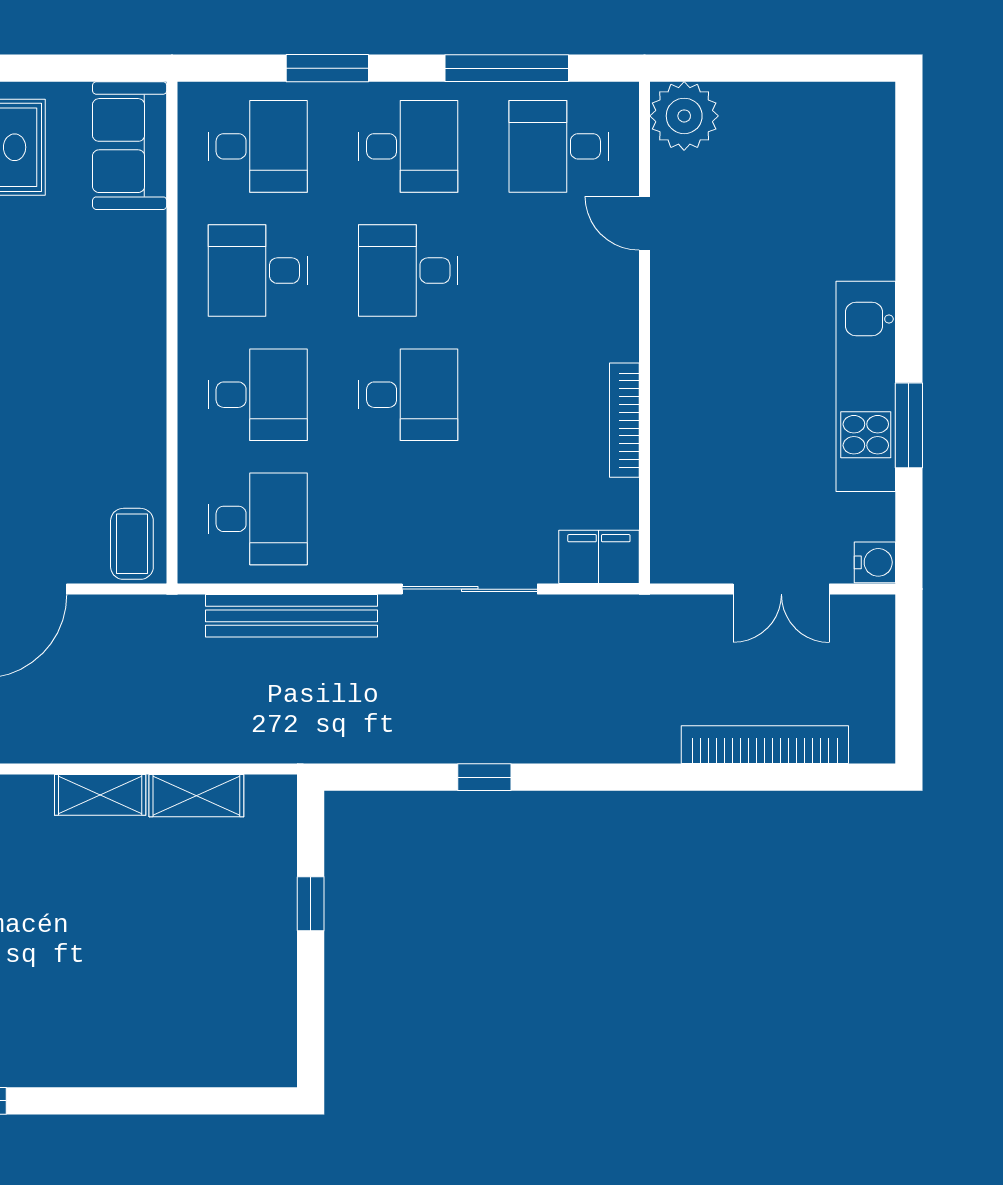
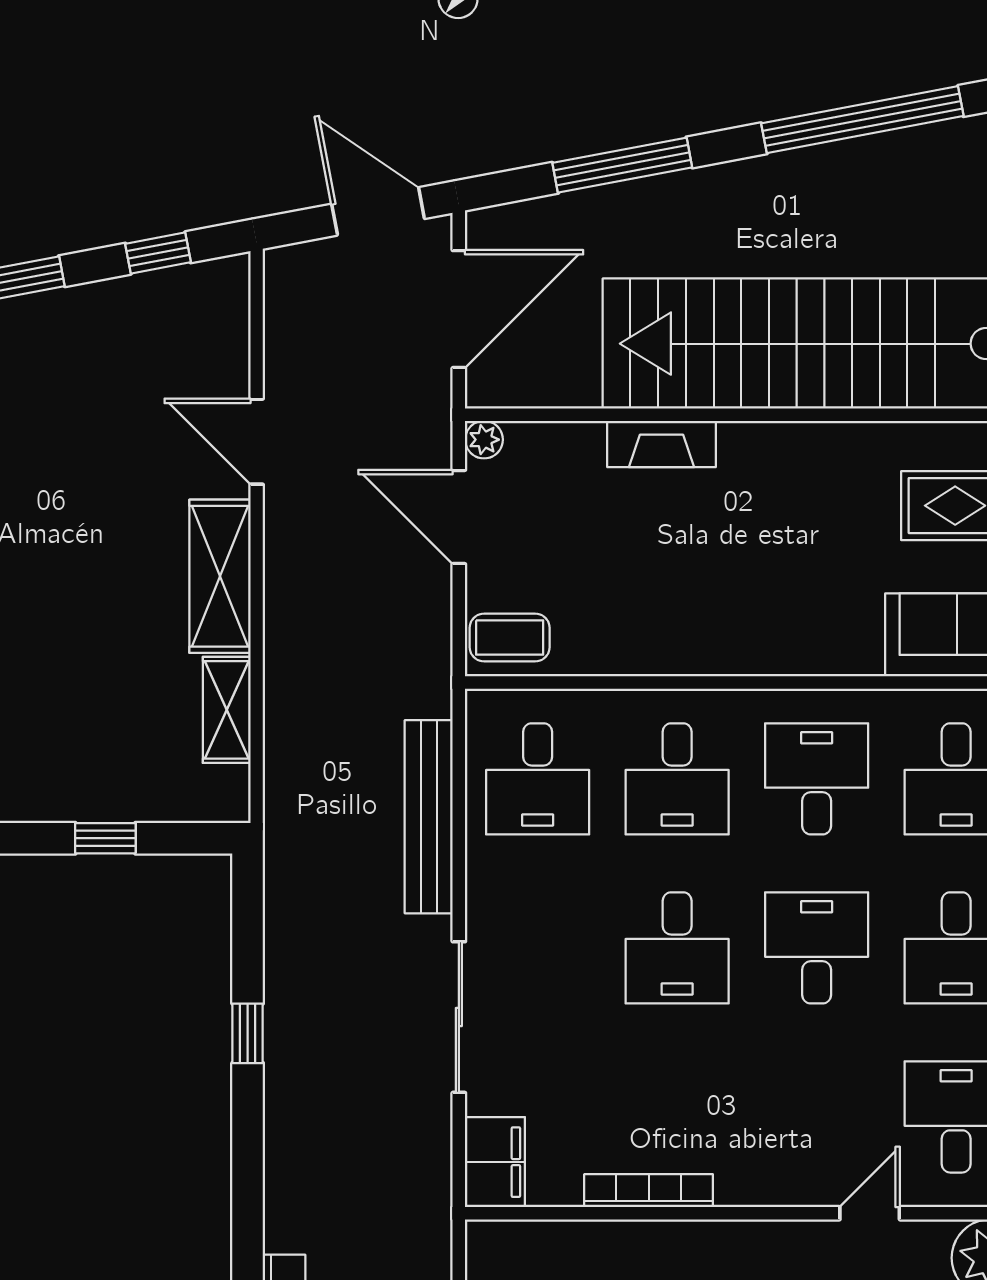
shelving: (100, 795) -> (220, 576), width x1.50, depth x1.33

